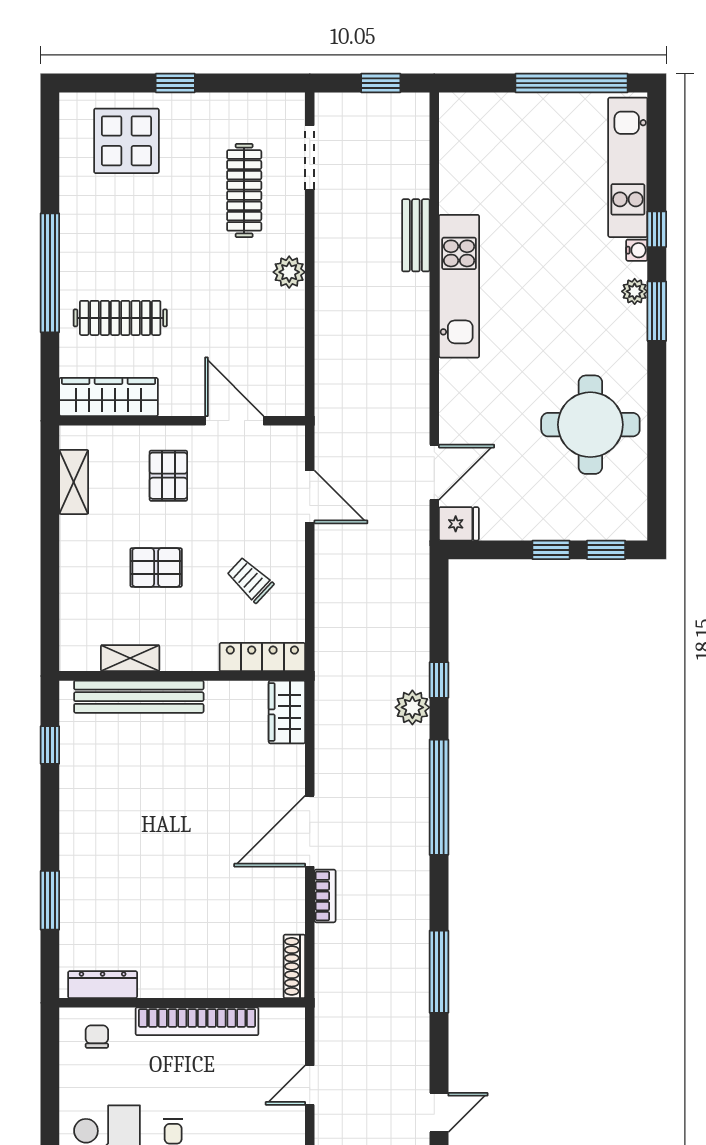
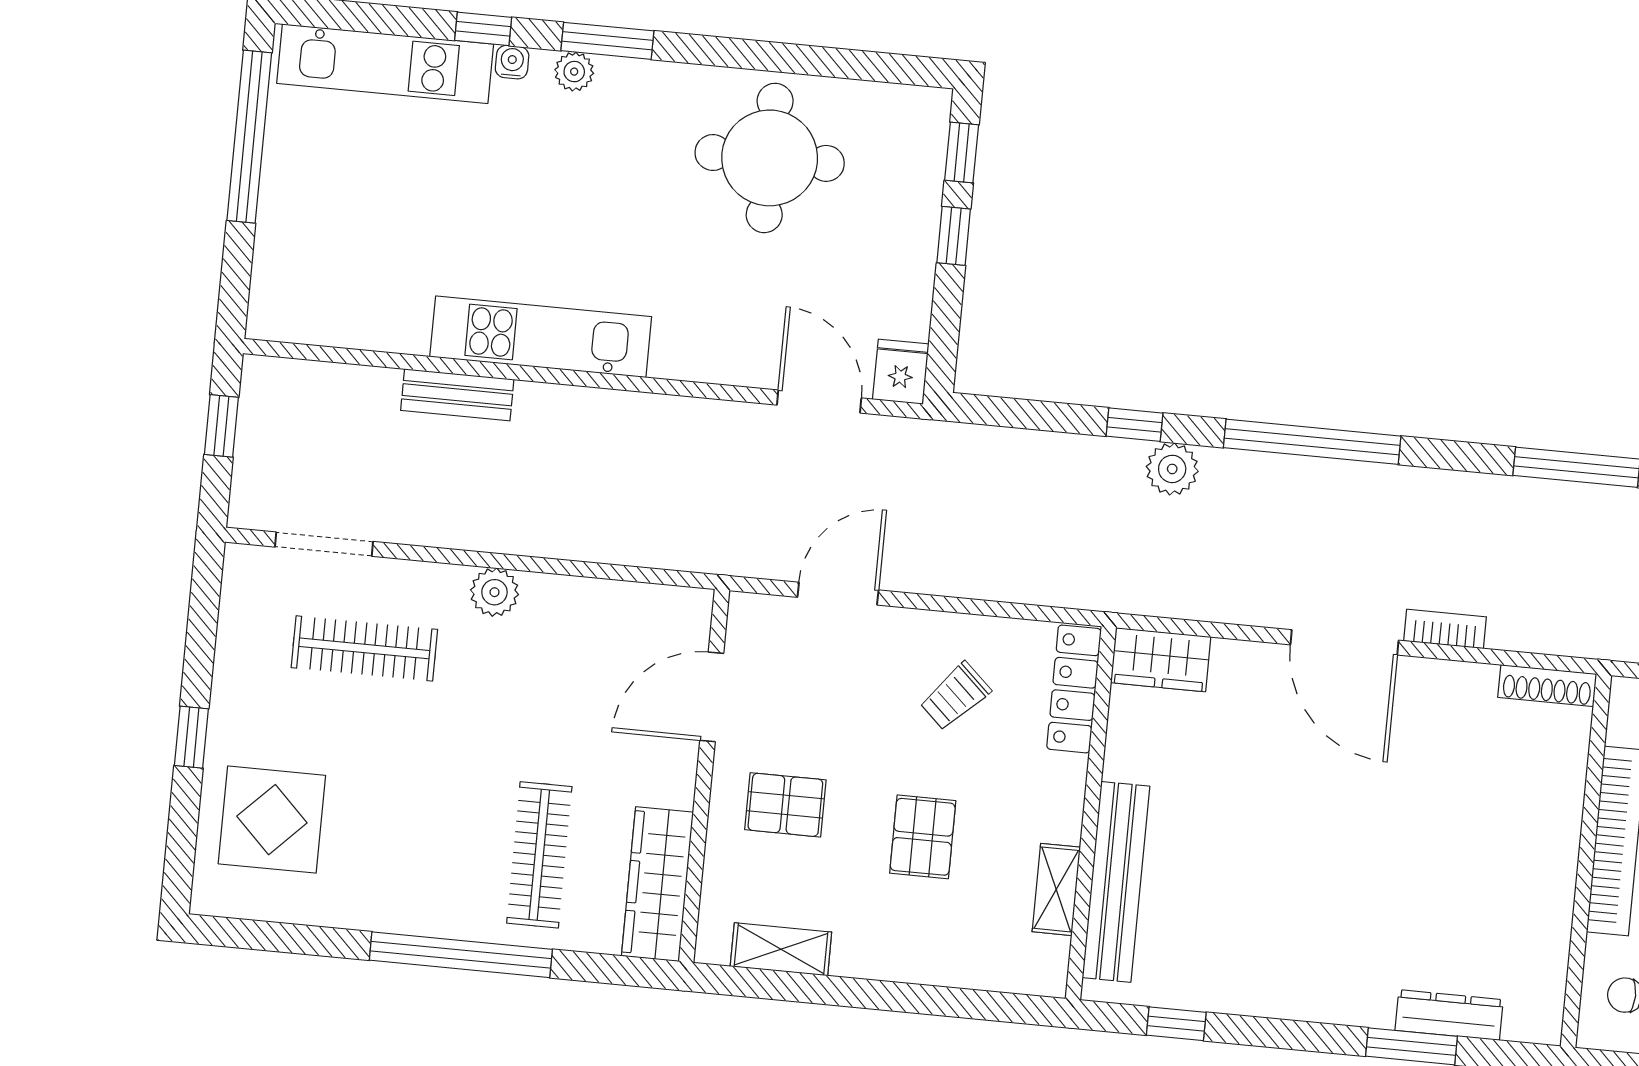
dresser: (103, 985) -> (1449, 1015), moved, turned 90

